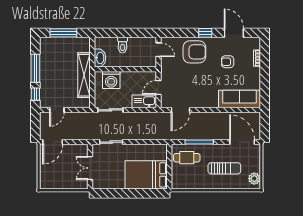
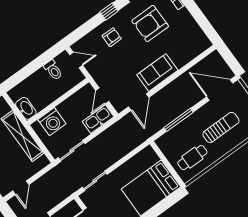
toilet: (123, 45) -> (53, 70), moved
armchair: (194, 52) -> (112, 37), width x0.53, depth x0.53
armchair: (228, 62) -> (150, 24), width x1.88, depth x1.88
sofa: (239, 99) -> (157, 73), moved, width x0.73
cafe table: (187, 158) -> (192, 158), moved

